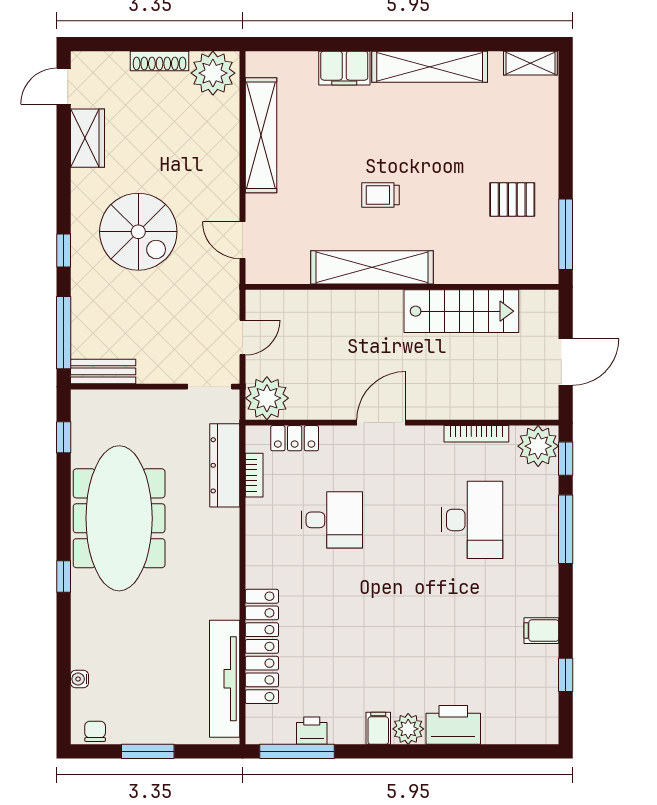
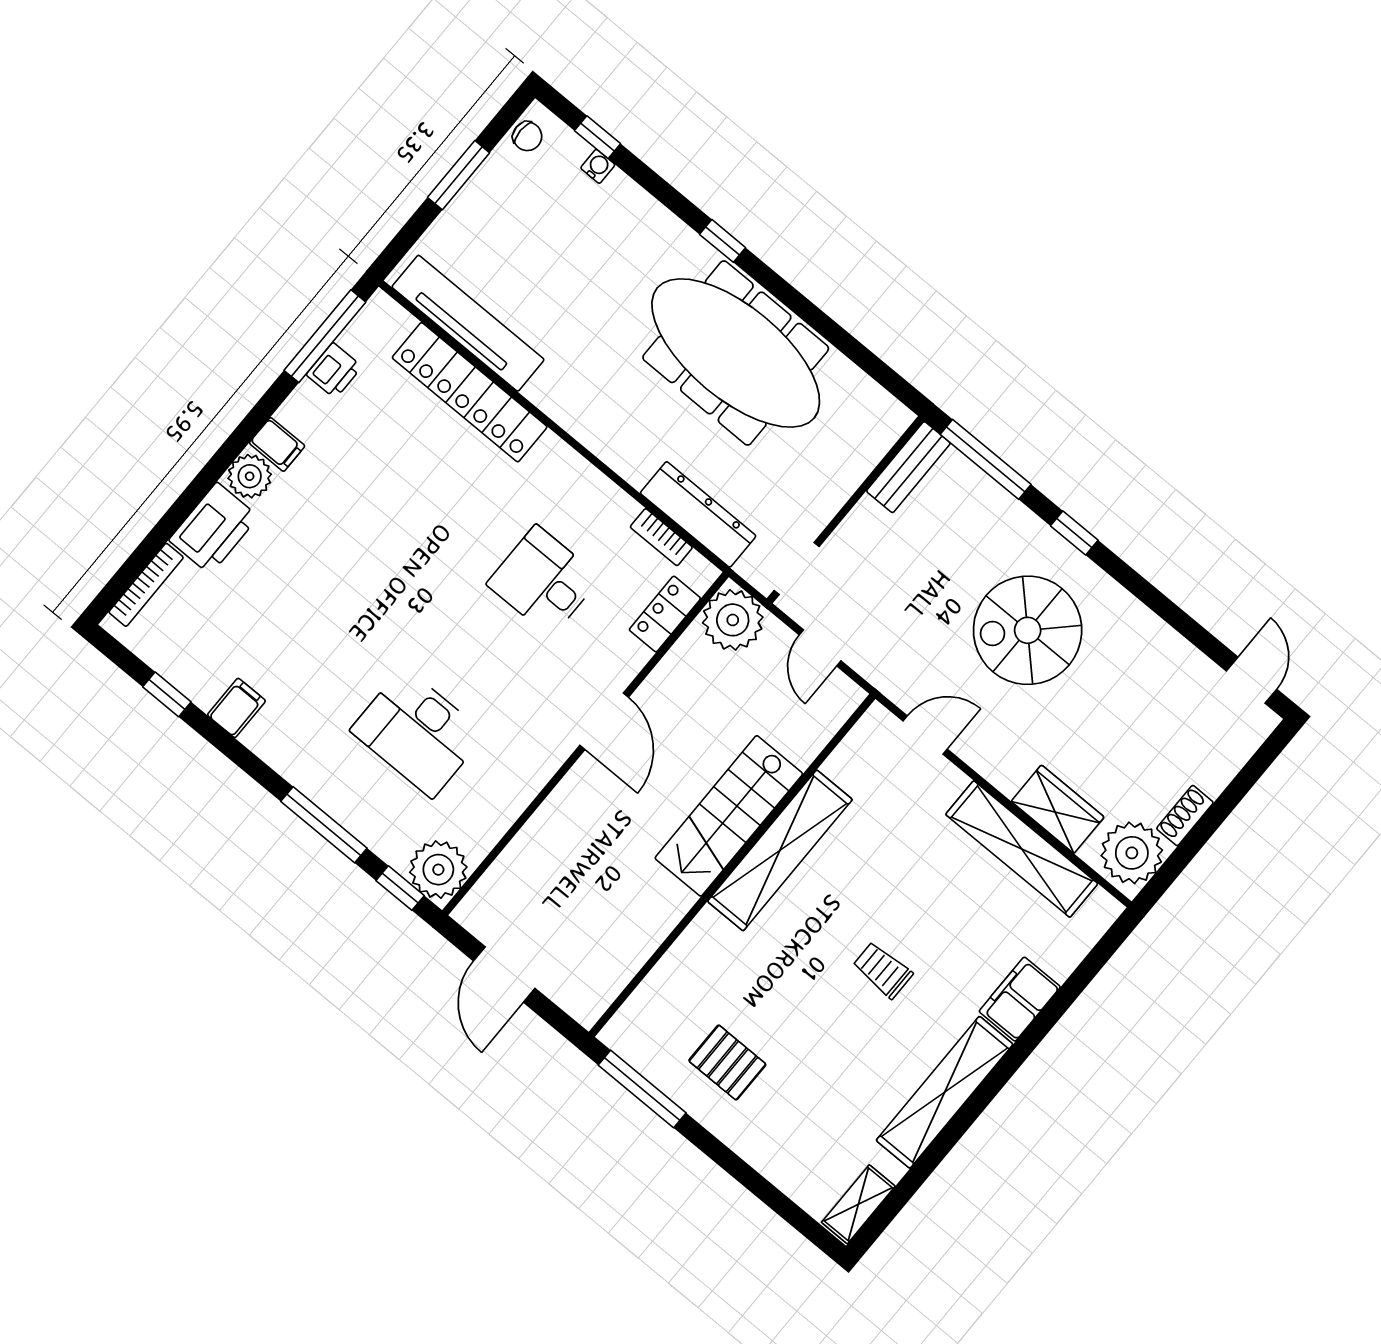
shoe rack: (160, 61) -> (1185, 816), width x0.70
wardrobe: (87, 138) -> (1058, 809), moved, turned 180
trolley: (380, 195) -> (883, 970), moved, turned -90
pallet: (512, 200) -> (727, 1063), turned 90
stairs: (461, 311) -> (729, 816), moved
bookcase: (476, 434) -> (146, 585), moved, turned 180
window: (64, 437) -> (597, 137), moved
desk: (332, 520) -> (543, 581), turned 90

